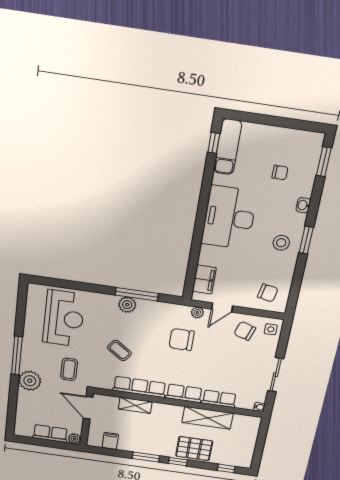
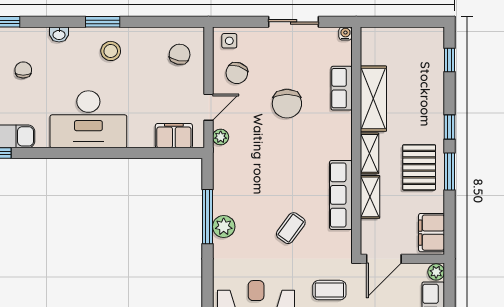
door: (222, 307) -> (209, 107), hinge flipped
chair: (182, 339) -> (287, 104), moved
row of seats: (184, 393) -> (341, 135), removed
shelving: (167, 410) -> (369, 153), added
filing cabinet: (110, 441) -> (432, 233), width x2.00
pallet: (194, 449) -> (419, 167), moved

